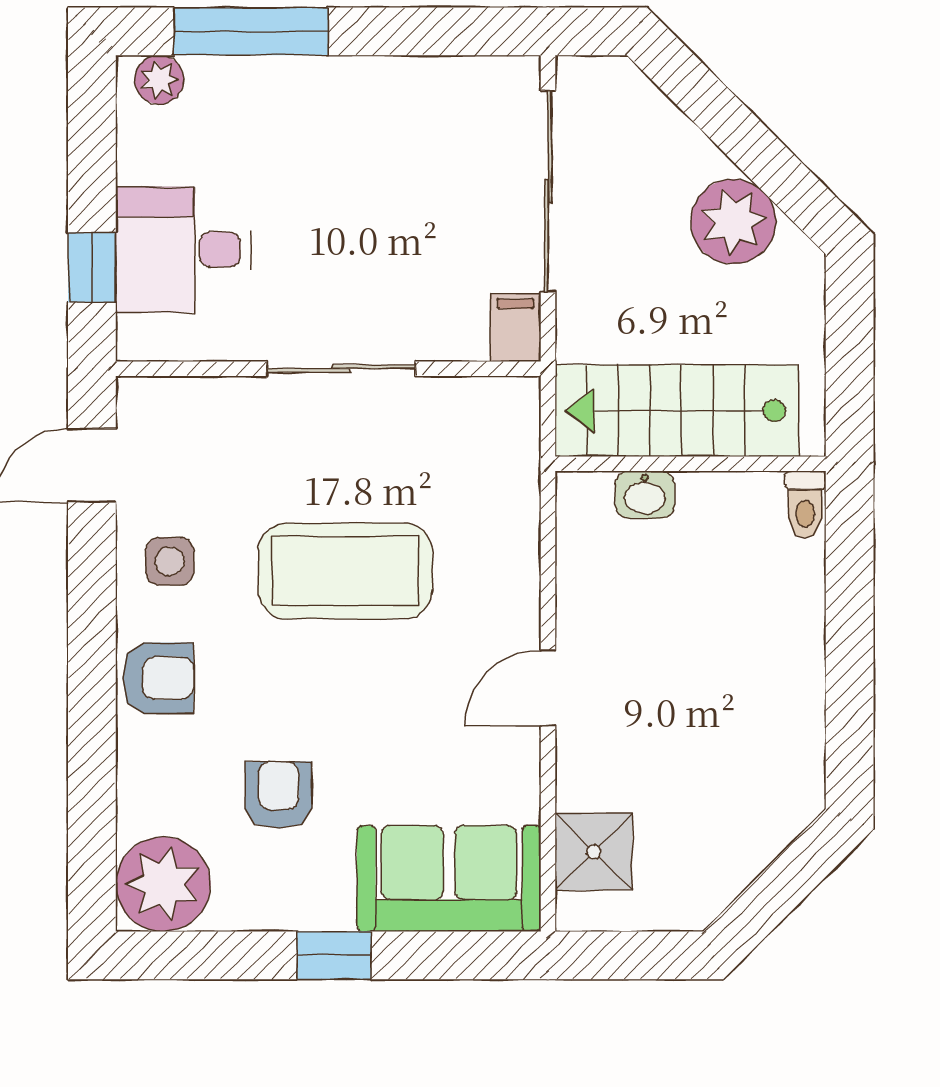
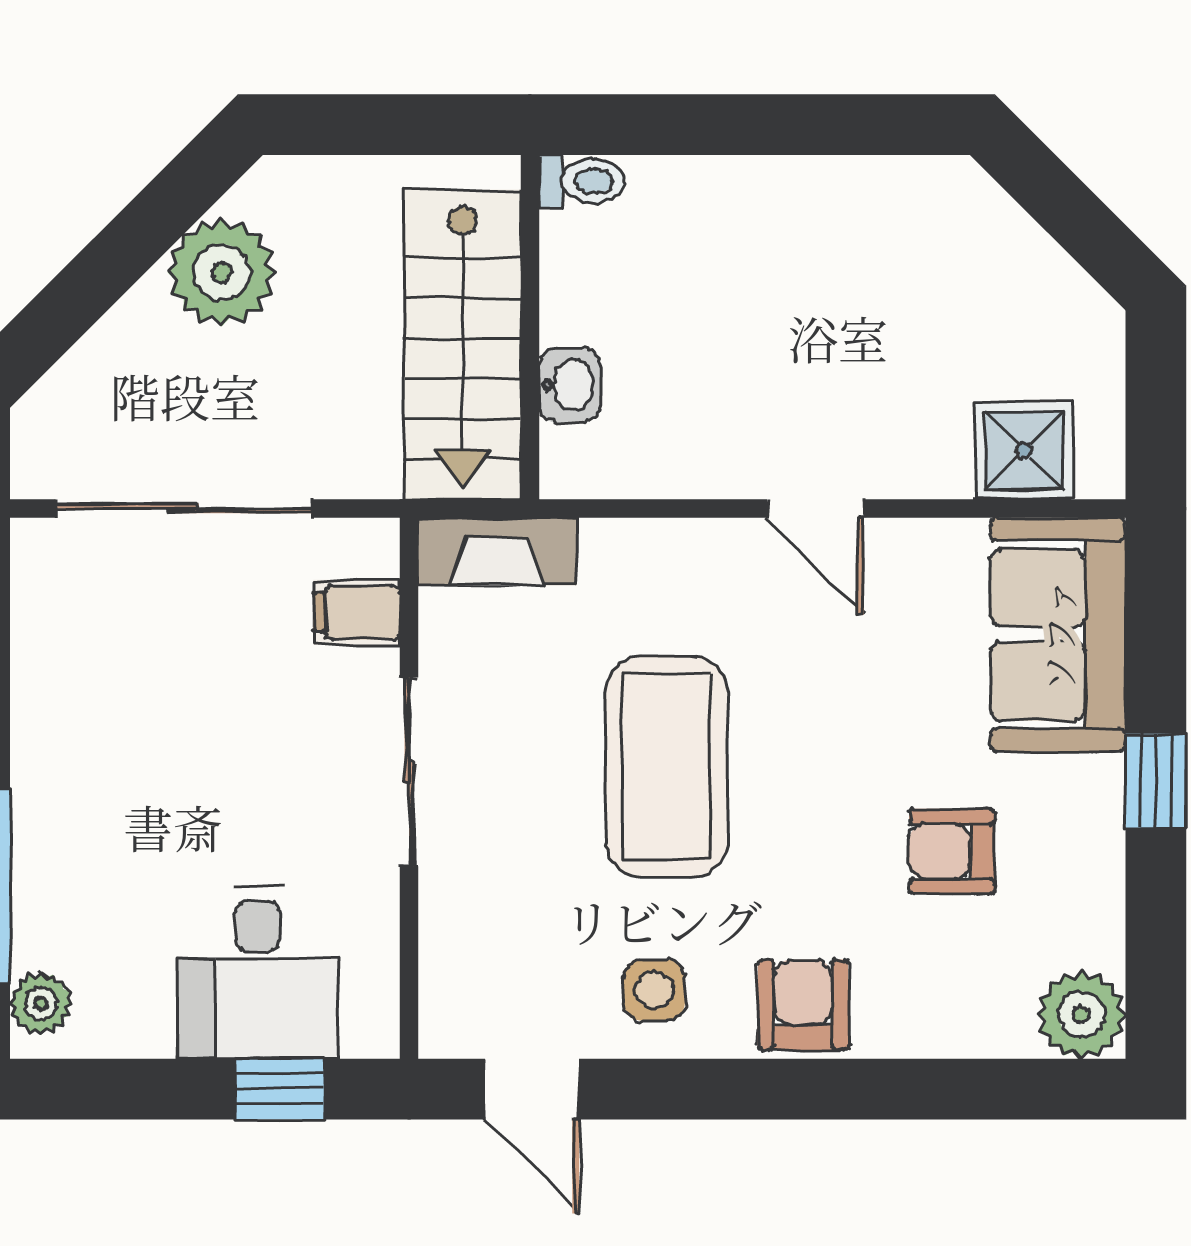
filing cabinet: (515, 328) -> (357, 612), moved
fireplace: (514, 438) -> (497, 551), added
plant: (163, 884) -> (1081, 1015), width x0.73, depth x0.73

